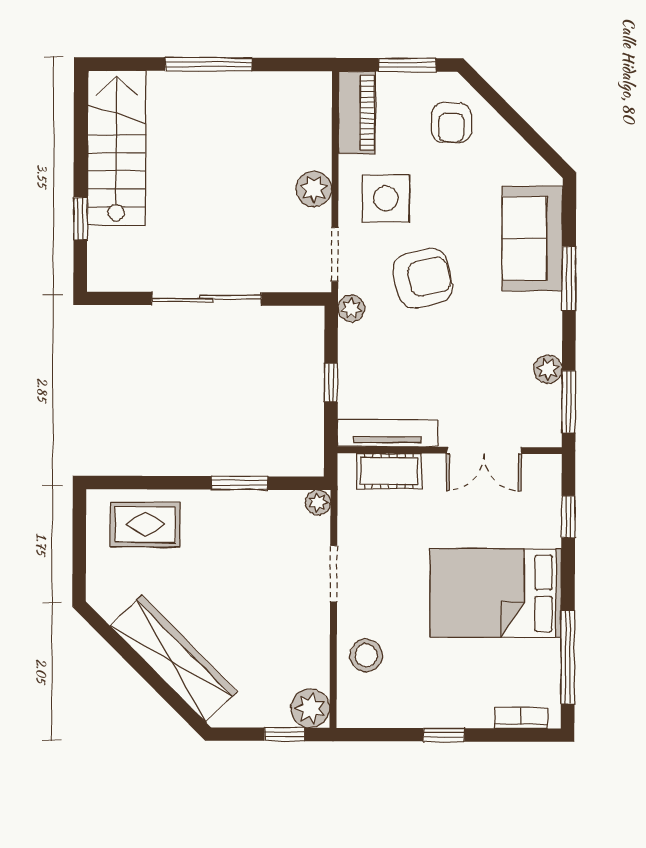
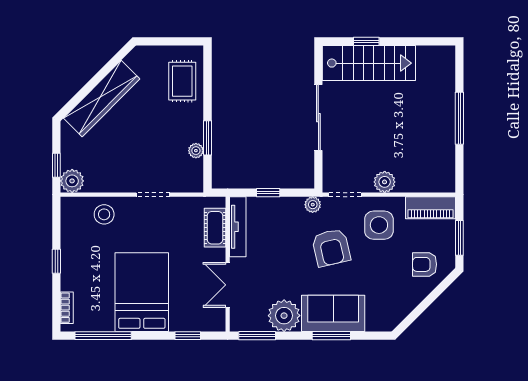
stairs: (116, 148) -> (369, 63), moved
sofa: (532, 239) -> (333, 313), moved
plant: (548, 369) -> (284, 316), width x1.88, depth x1.88
plant: (318, 502) -> (196, 151), moved

